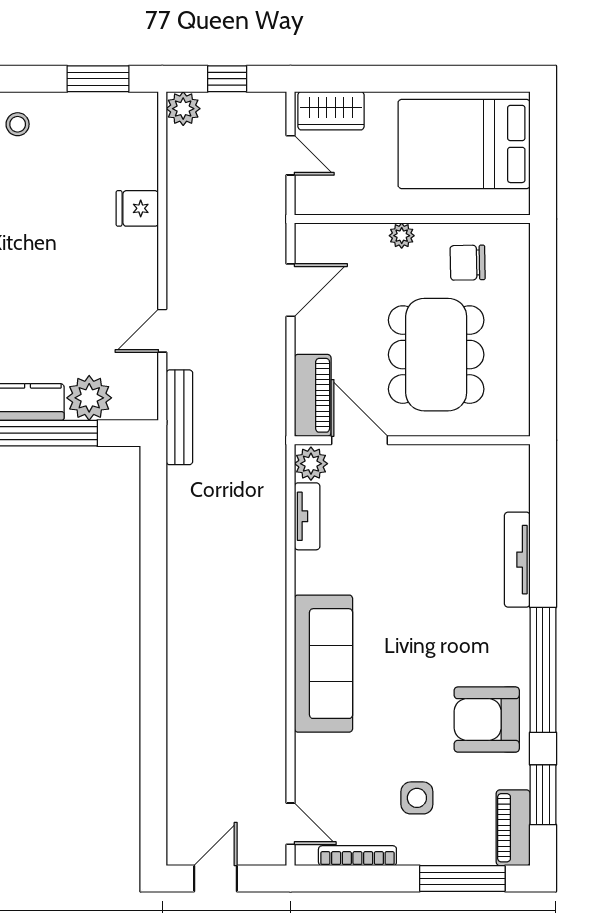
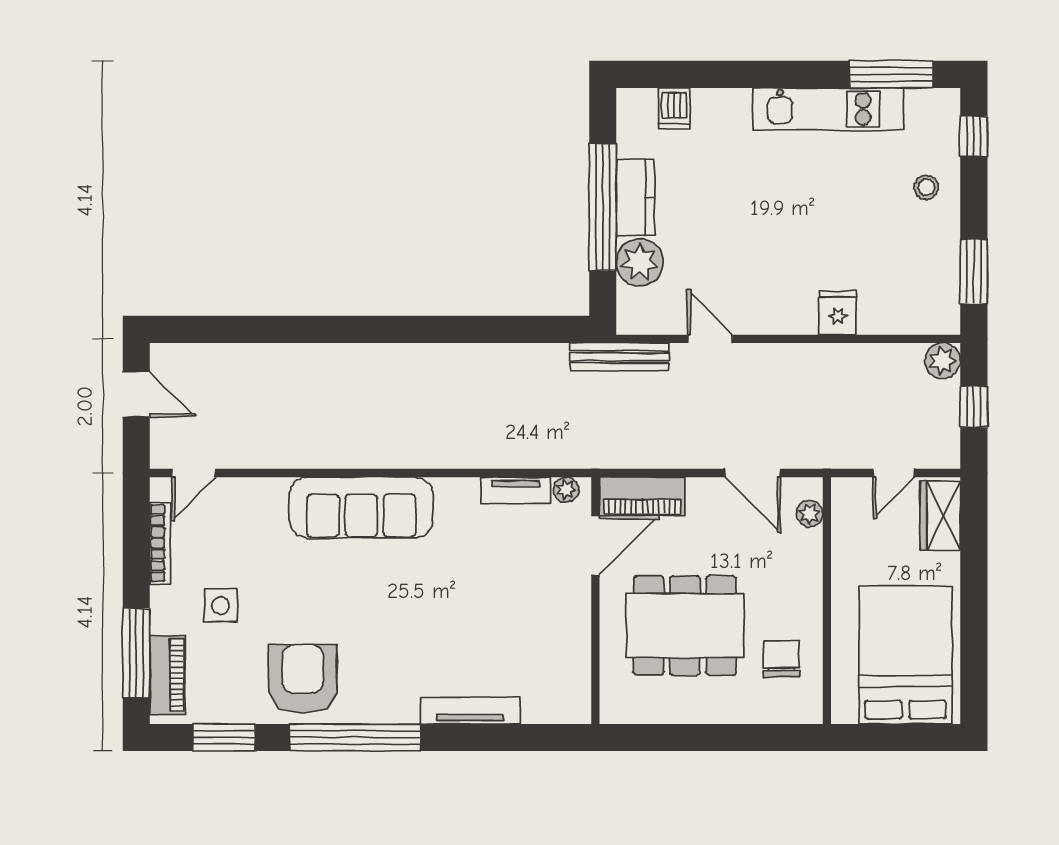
plant: (402, 236) -> (810, 514), moved
plant: (311, 464) -> (566, 490), width x0.73, depth x0.73
piano: (513, 828) -> (167, 675), moved, turned 90

